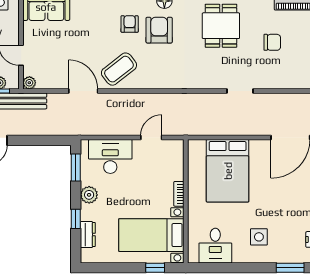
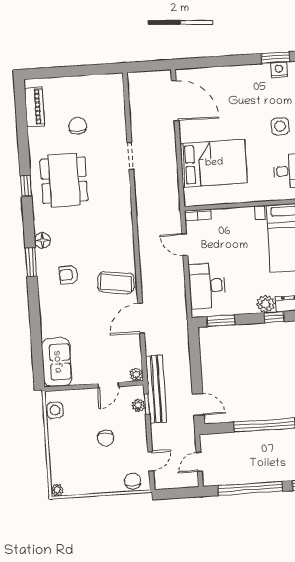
dining table: (221, 26) -> (64, 180), width x1.37
armchair: (159, 30) -> (73, 244), removed
coffee table: (119, 69) -> (116, 283), turned -45
bookcase: (179, 194) -> (198, 215), moved
plant: (89, 195) -> (266, 304), moved

